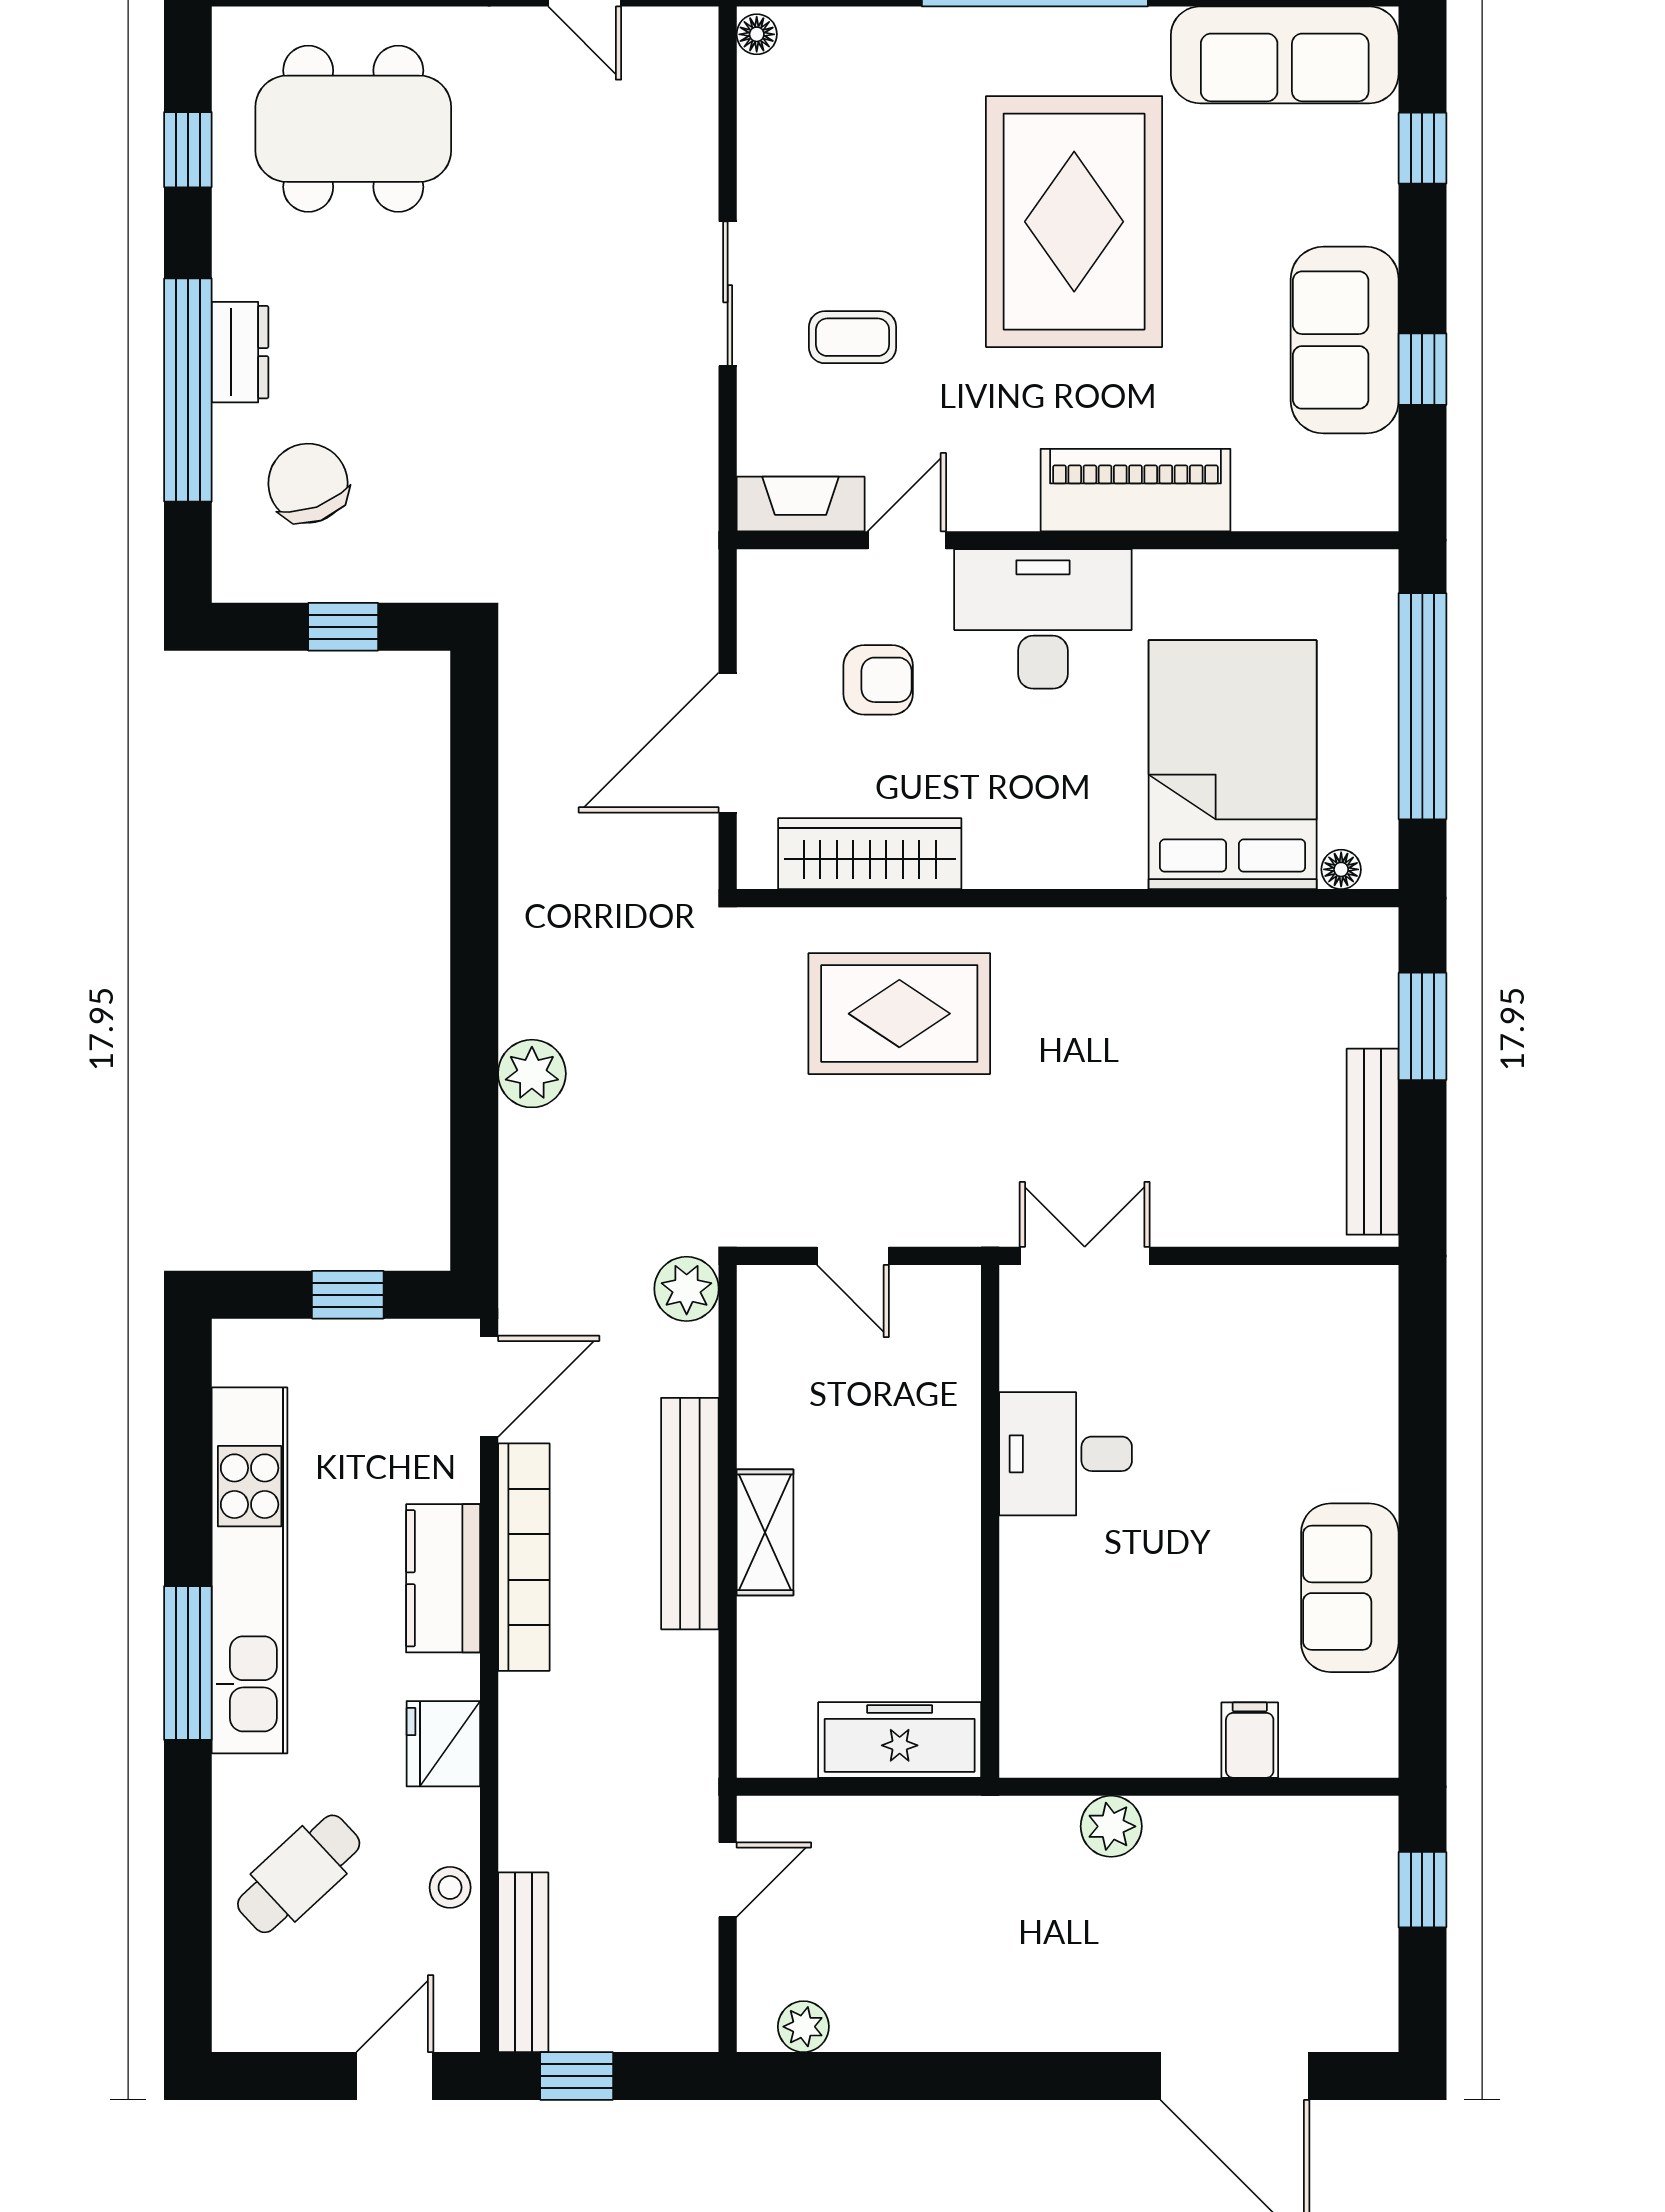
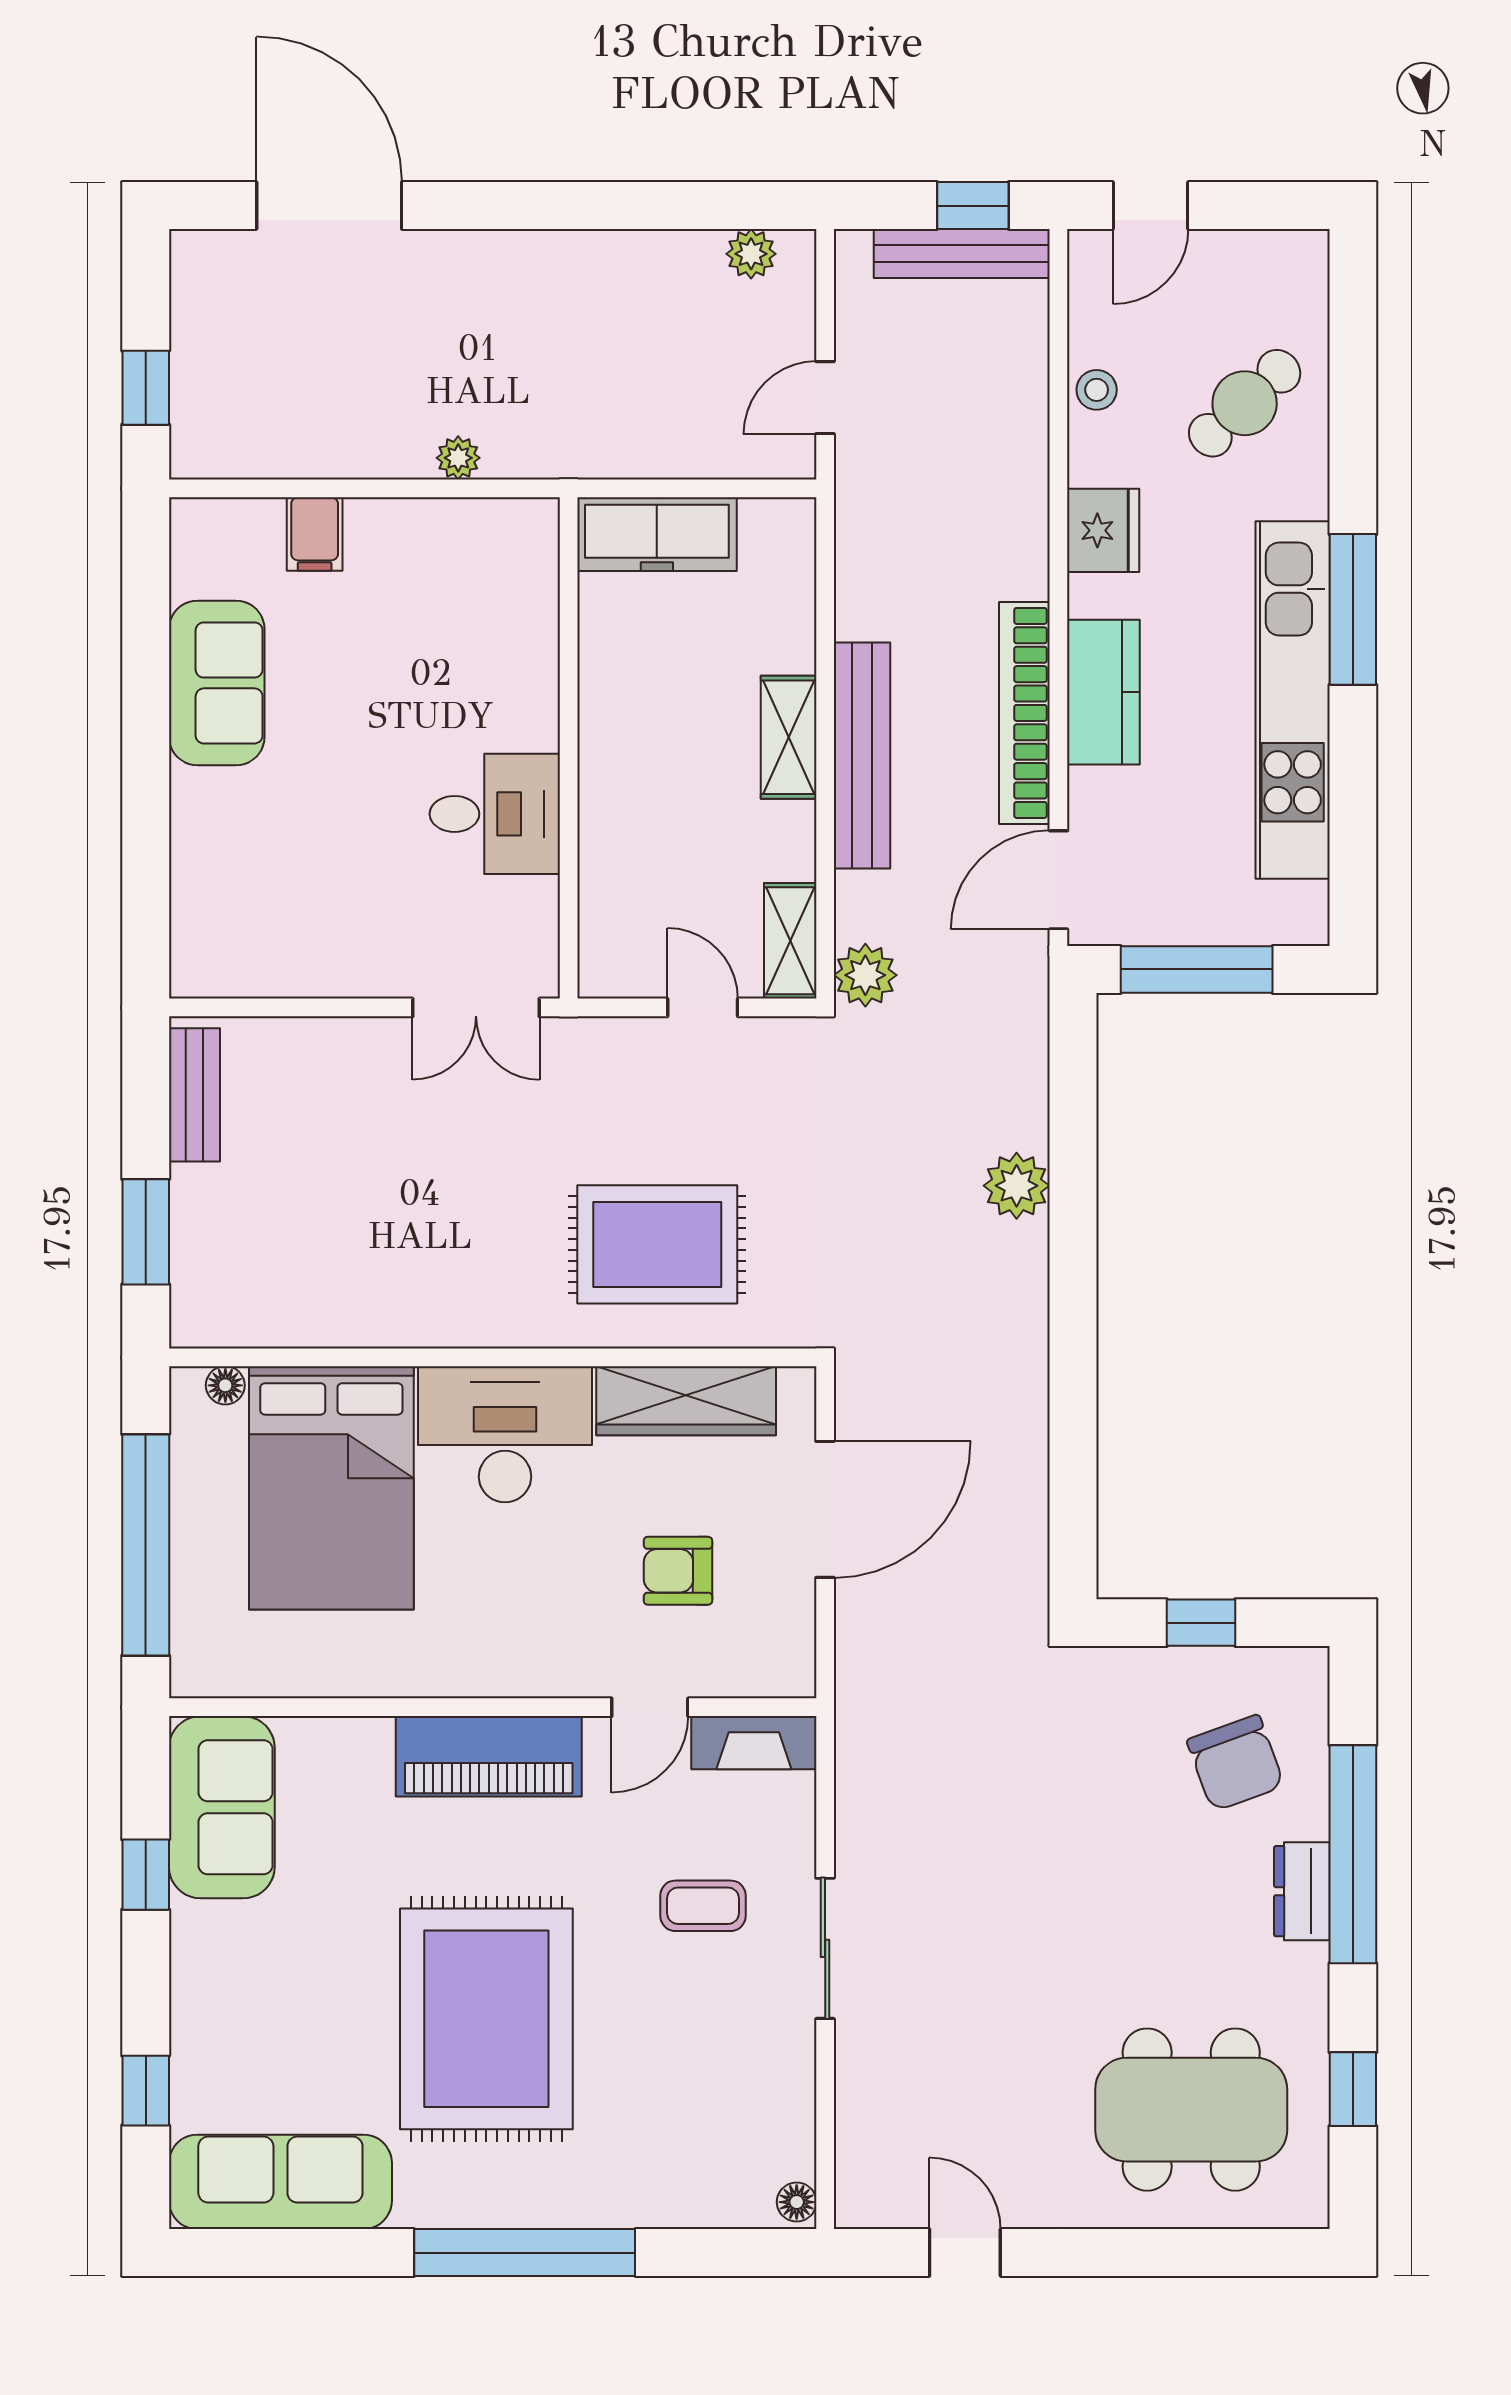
sofa: (1345, 340) -> (222, 1807), moved
piano: (1135, 490) -> (489, 1756), moved
desk: (1043, 619) -> (505, 1434), moved, turned 180
bench: (1373, 1142) -> (194, 1095), width x0.73
window: (348, 1295) -> (1197, 969), width x2.17
shelving: (763, 1324) -> (790, 941), added
plant: (1111, 1826) -> (458, 458), width x0.73, depth x0.73
bench: (523, 1962) -> (962, 253), moved, turned 90

